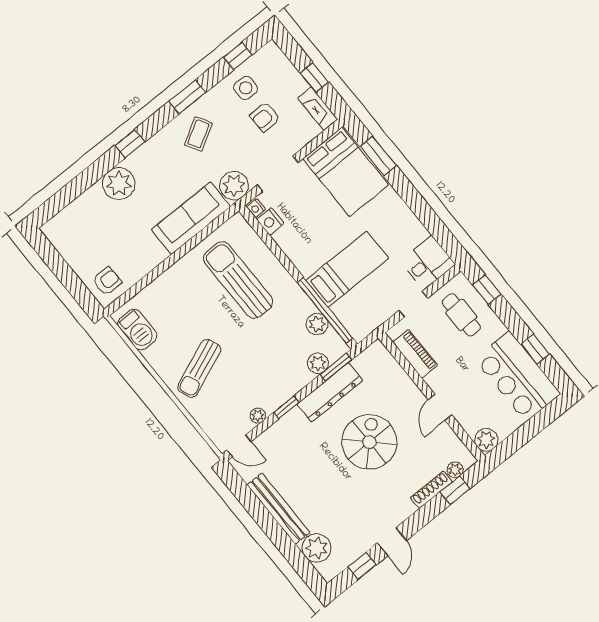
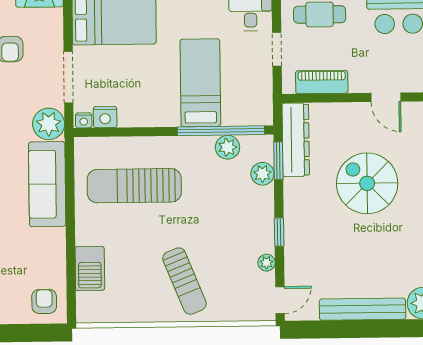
barbecue: (137, 330) -> (90, 268), moved, turned 90
dresser: (330, 392) -> (296, 140), moved

